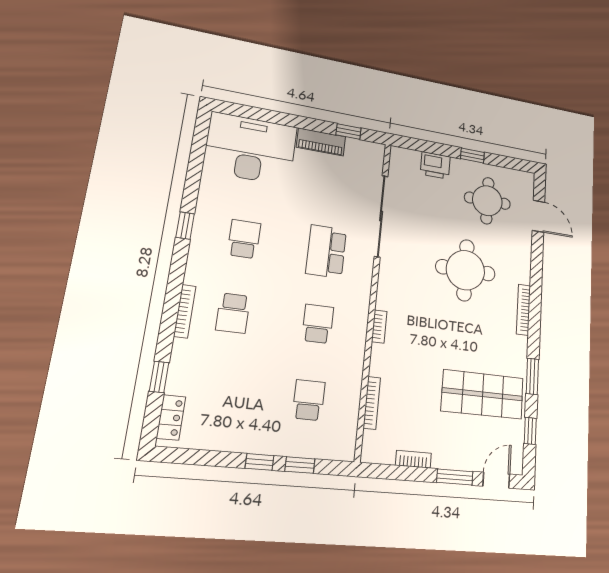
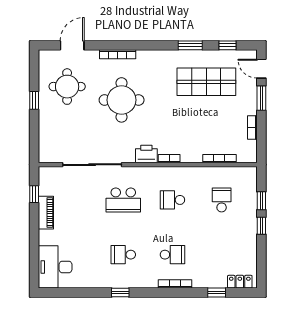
desk: (250, 149) -> (55, 267), width x0.73, depth x0.77
printer: (435, 165) -> (146, 154), moved, turned -90
bookcase: (523, 310) -> (118, 54), moved
shop shelf: (483, 394) -> (206, 82), turned 90
school desk: (309, 400) -> (222, 200), turned 90

